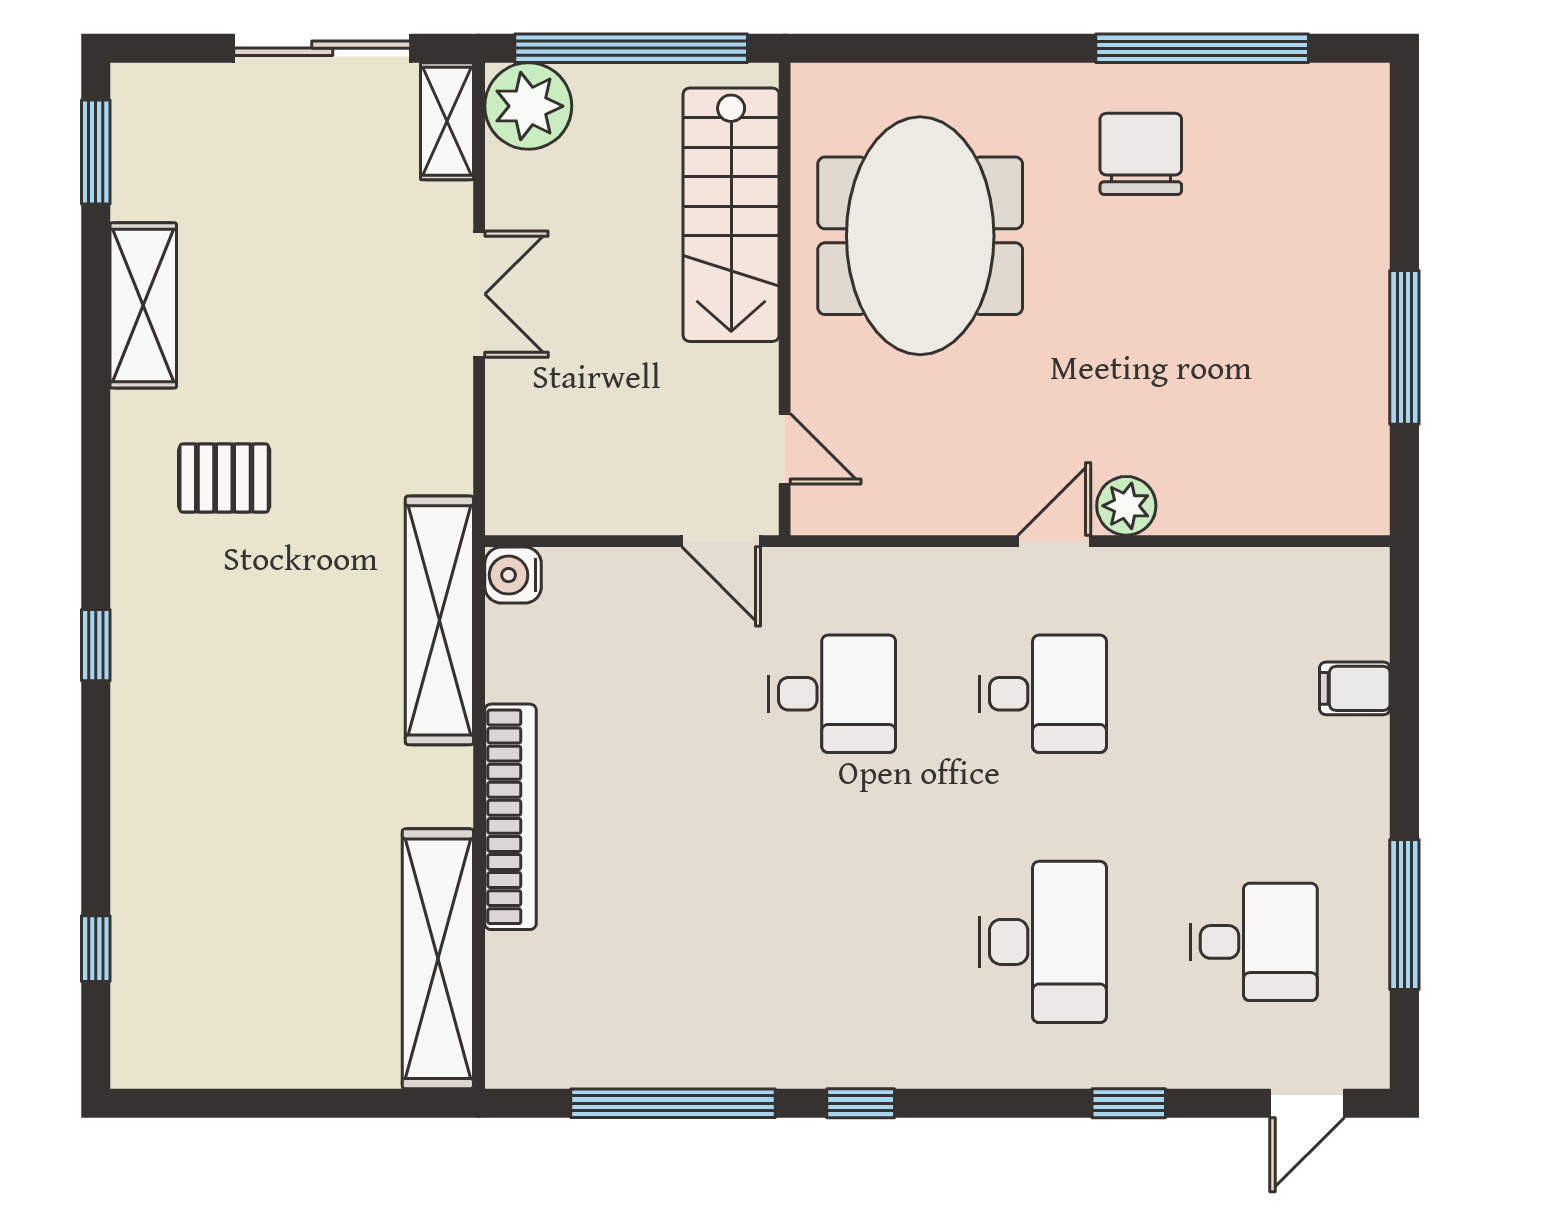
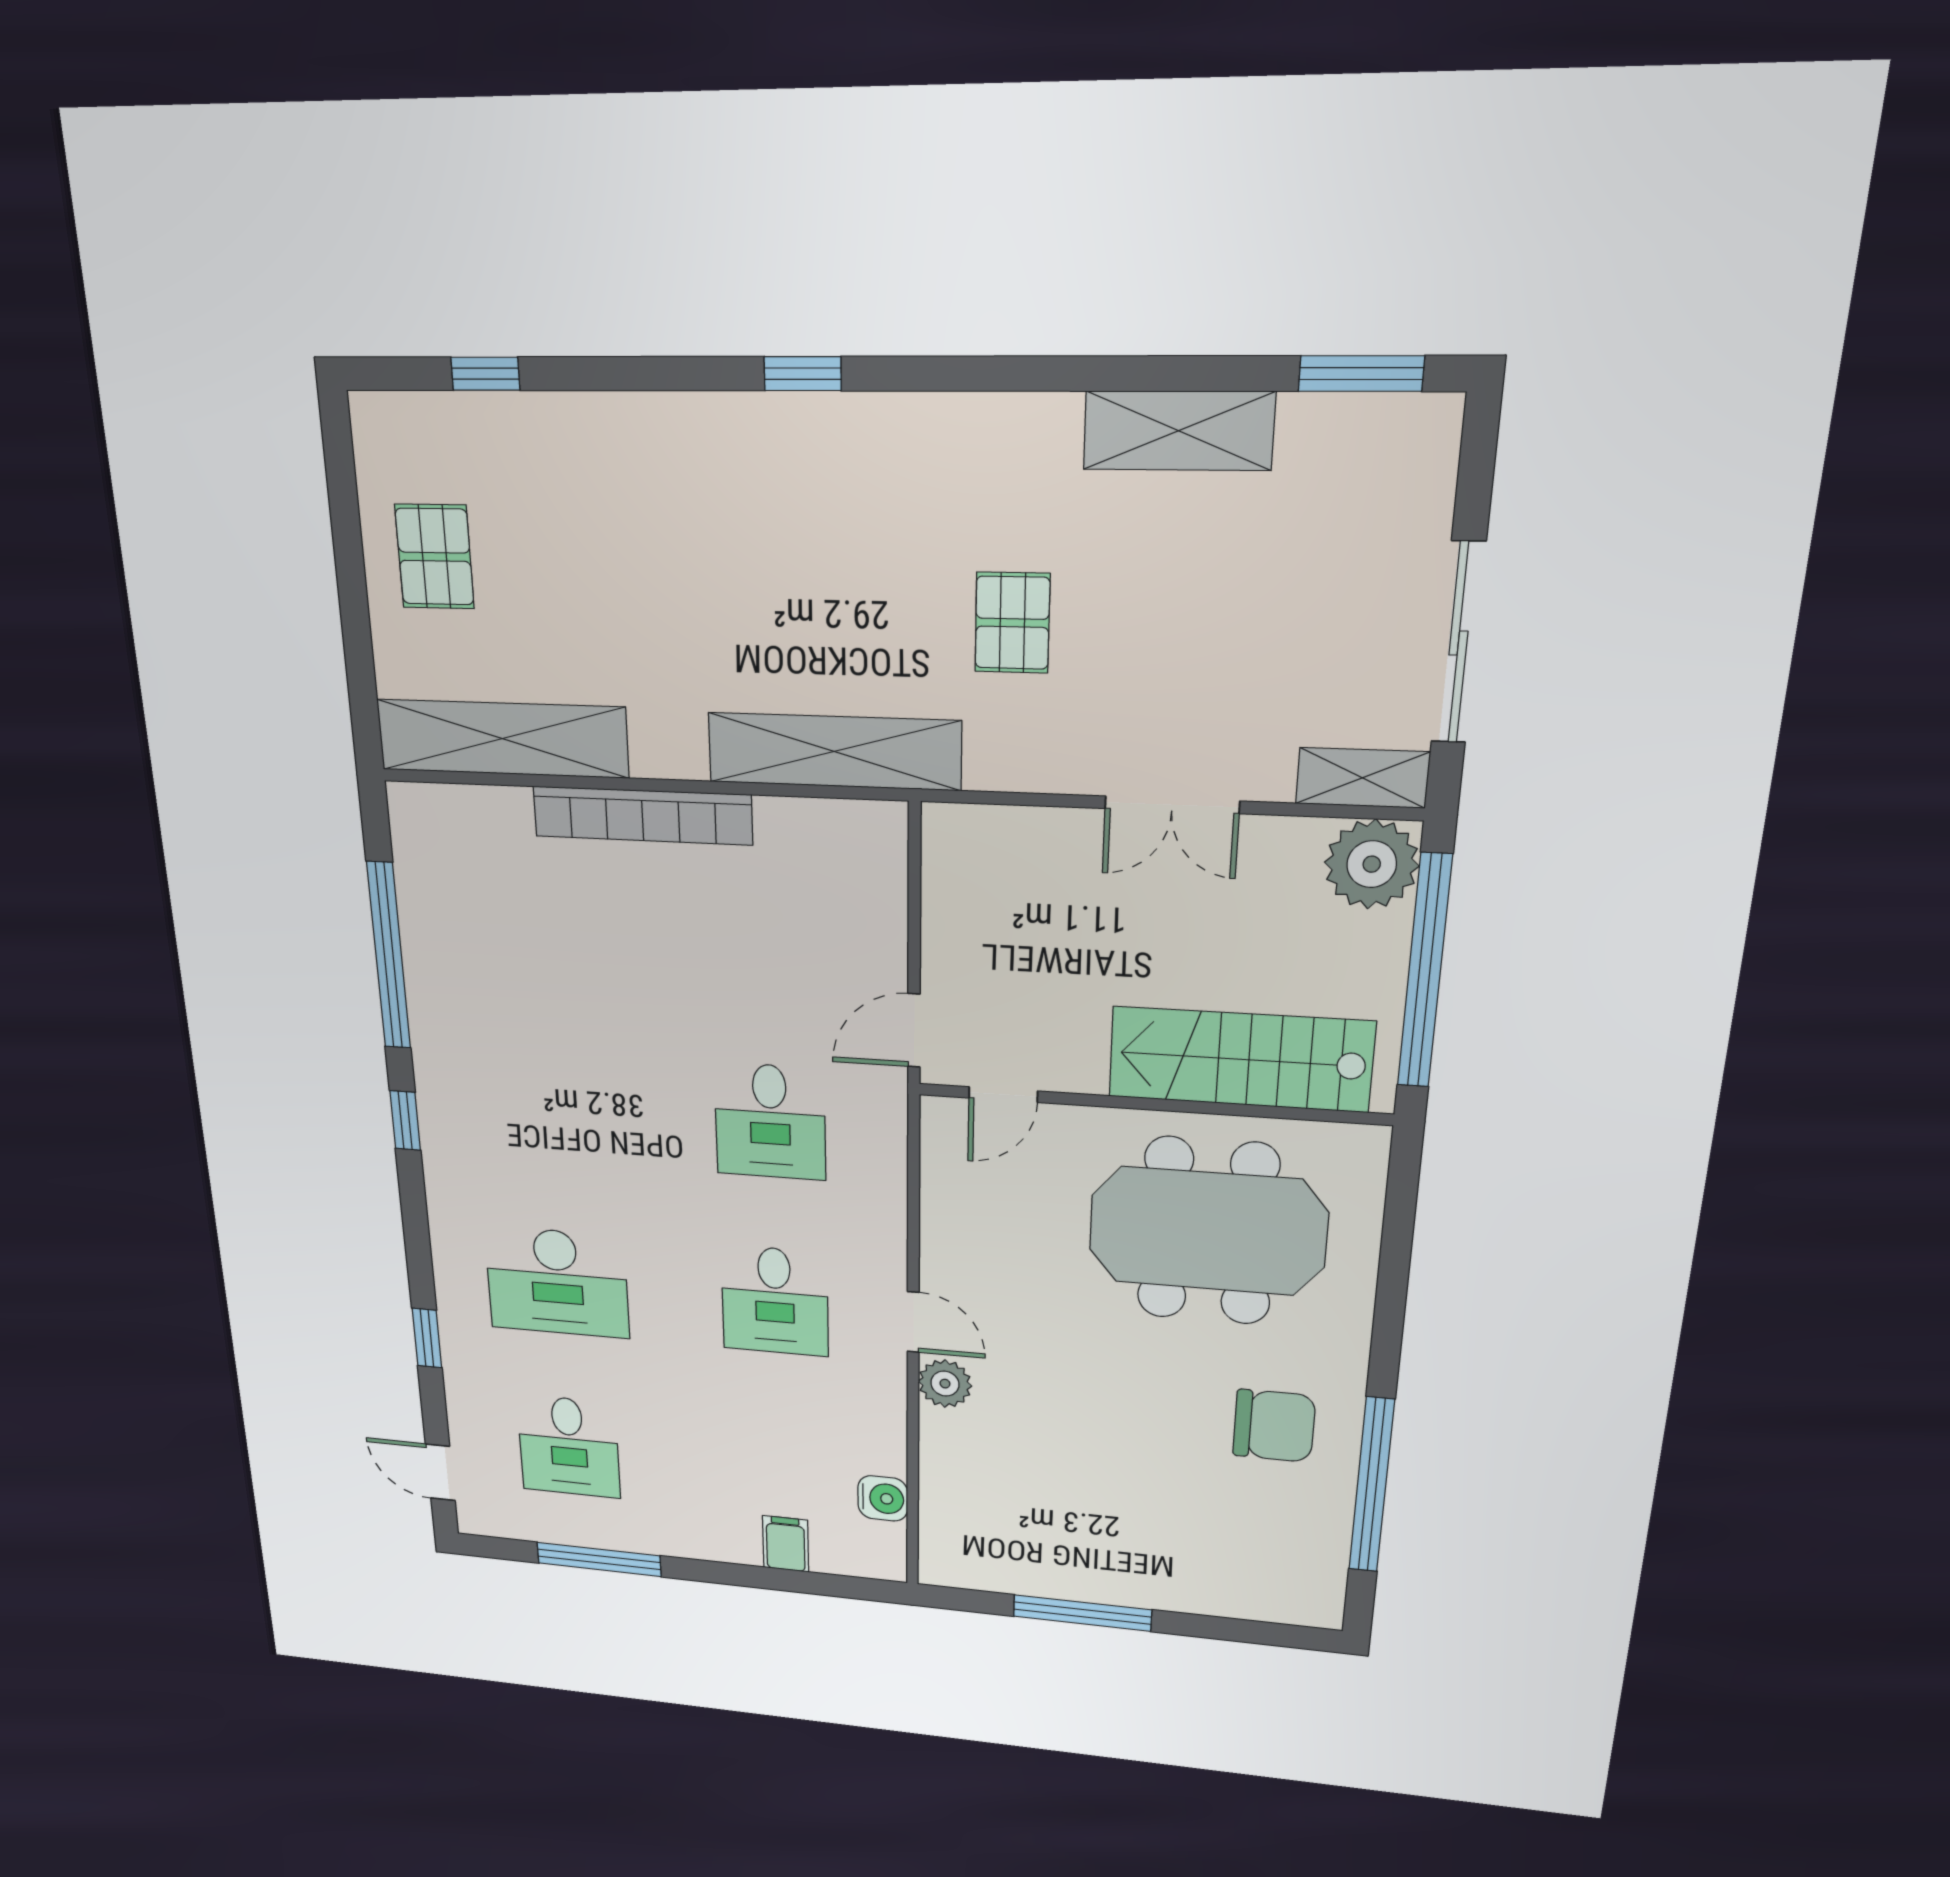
pallet: (224, 478) -> (1012, 623), moved
water cooler: (513, 575) -> (883, 1498), moved, turned 90
pallet: (263, 1014) -> (435, 557), added

